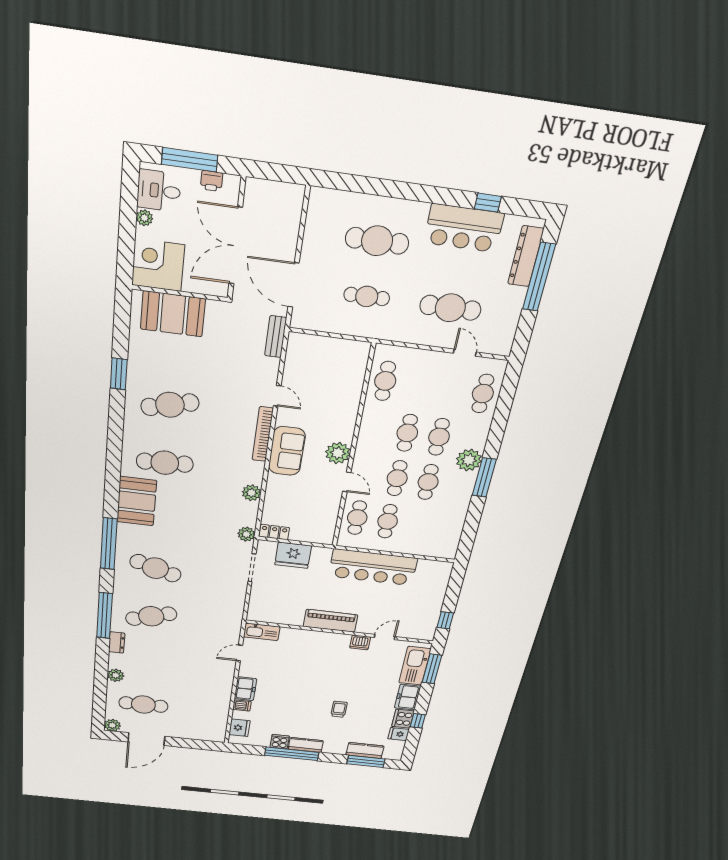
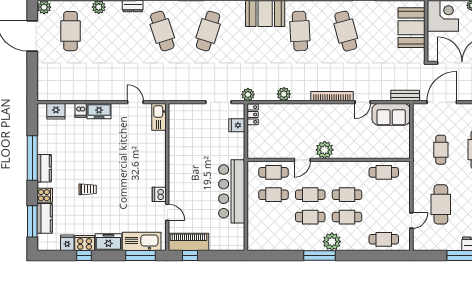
sofa: (287, 451) -> (391, 114), moved
fridge: (293, 555) -> (237, 125), width x0.53, depth x0.75
piano: (330, 621) -> (189, 242), moved, turned -90
cooker: (280, 742) -> (45, 195), moved

